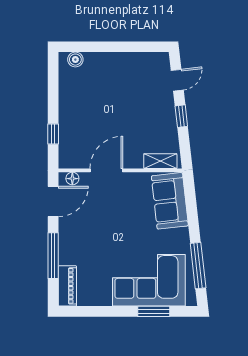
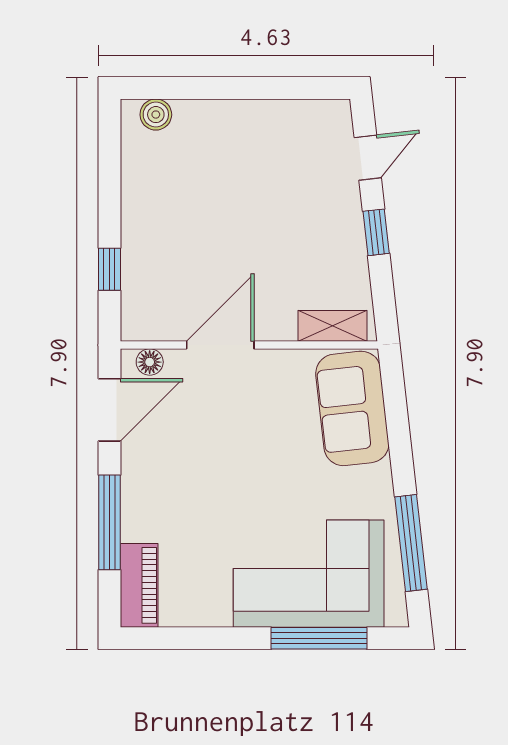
window: (154, 311) -> (319, 638), width x1.44

